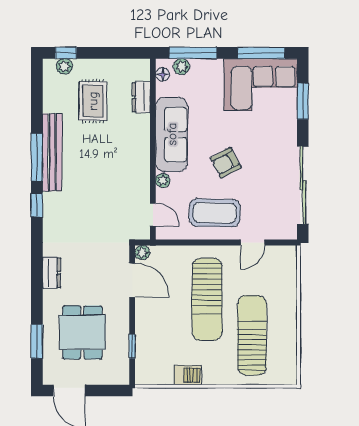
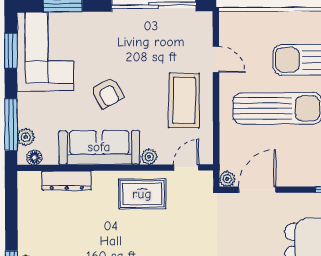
window: (261, 53) -> (11, 51), width x0.69
dresser: (141, 97) -> (67, 180), width x1.44
rug: (93, 101) -> (142, 194), moved
armchair: (226, 163) -> (107, 93), moved

